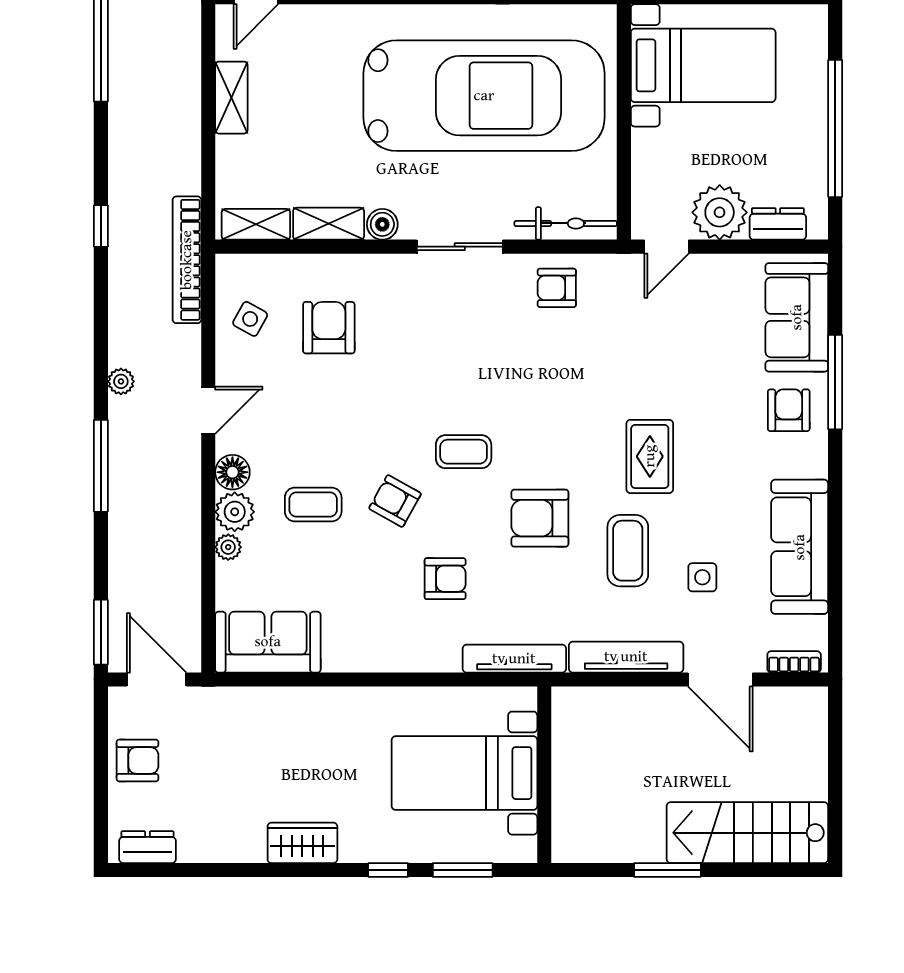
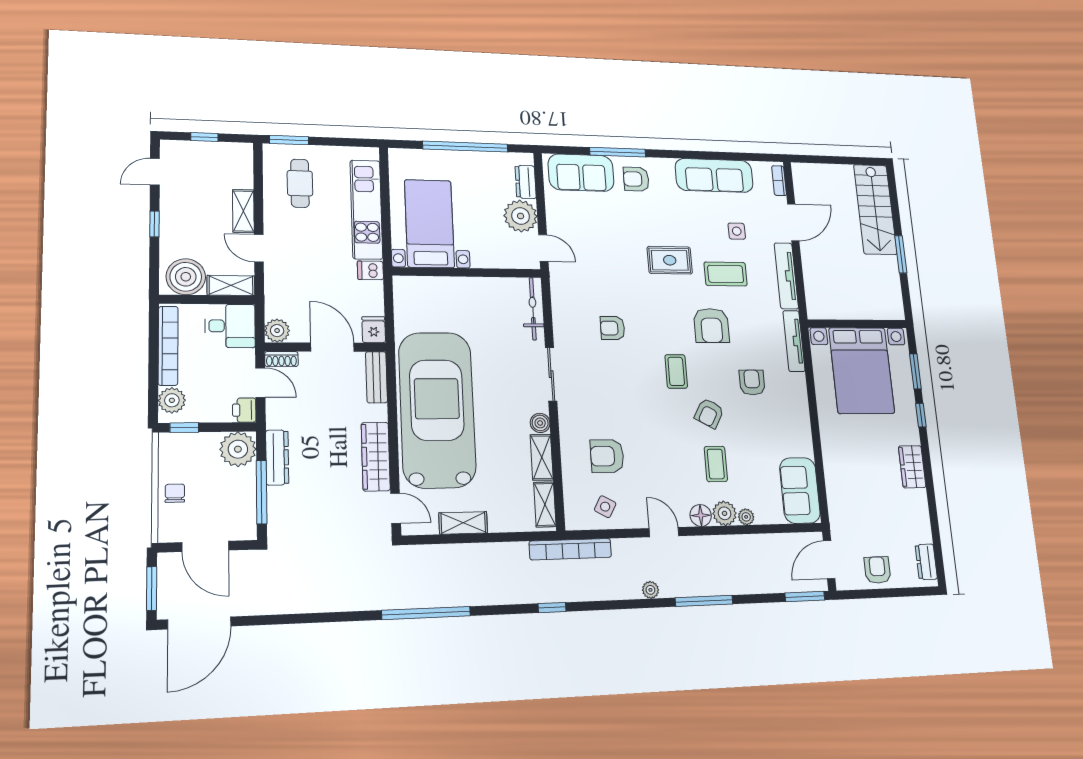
car: (484, 96) -> (437, 409), moved
armchair: (557, 288) -> (613, 328), moved, turned 90
bed with nightstands: (464, 773) -> (862, 370), width x1.36

